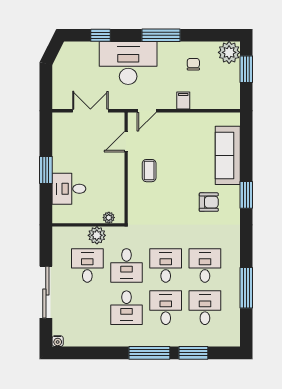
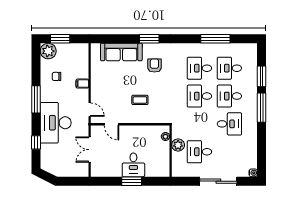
coffee table: (149, 171) -> (140, 100), moved
desk: (69, 189) -> (133, 165), moved
desk: (126, 265) -> (199, 124), removed

